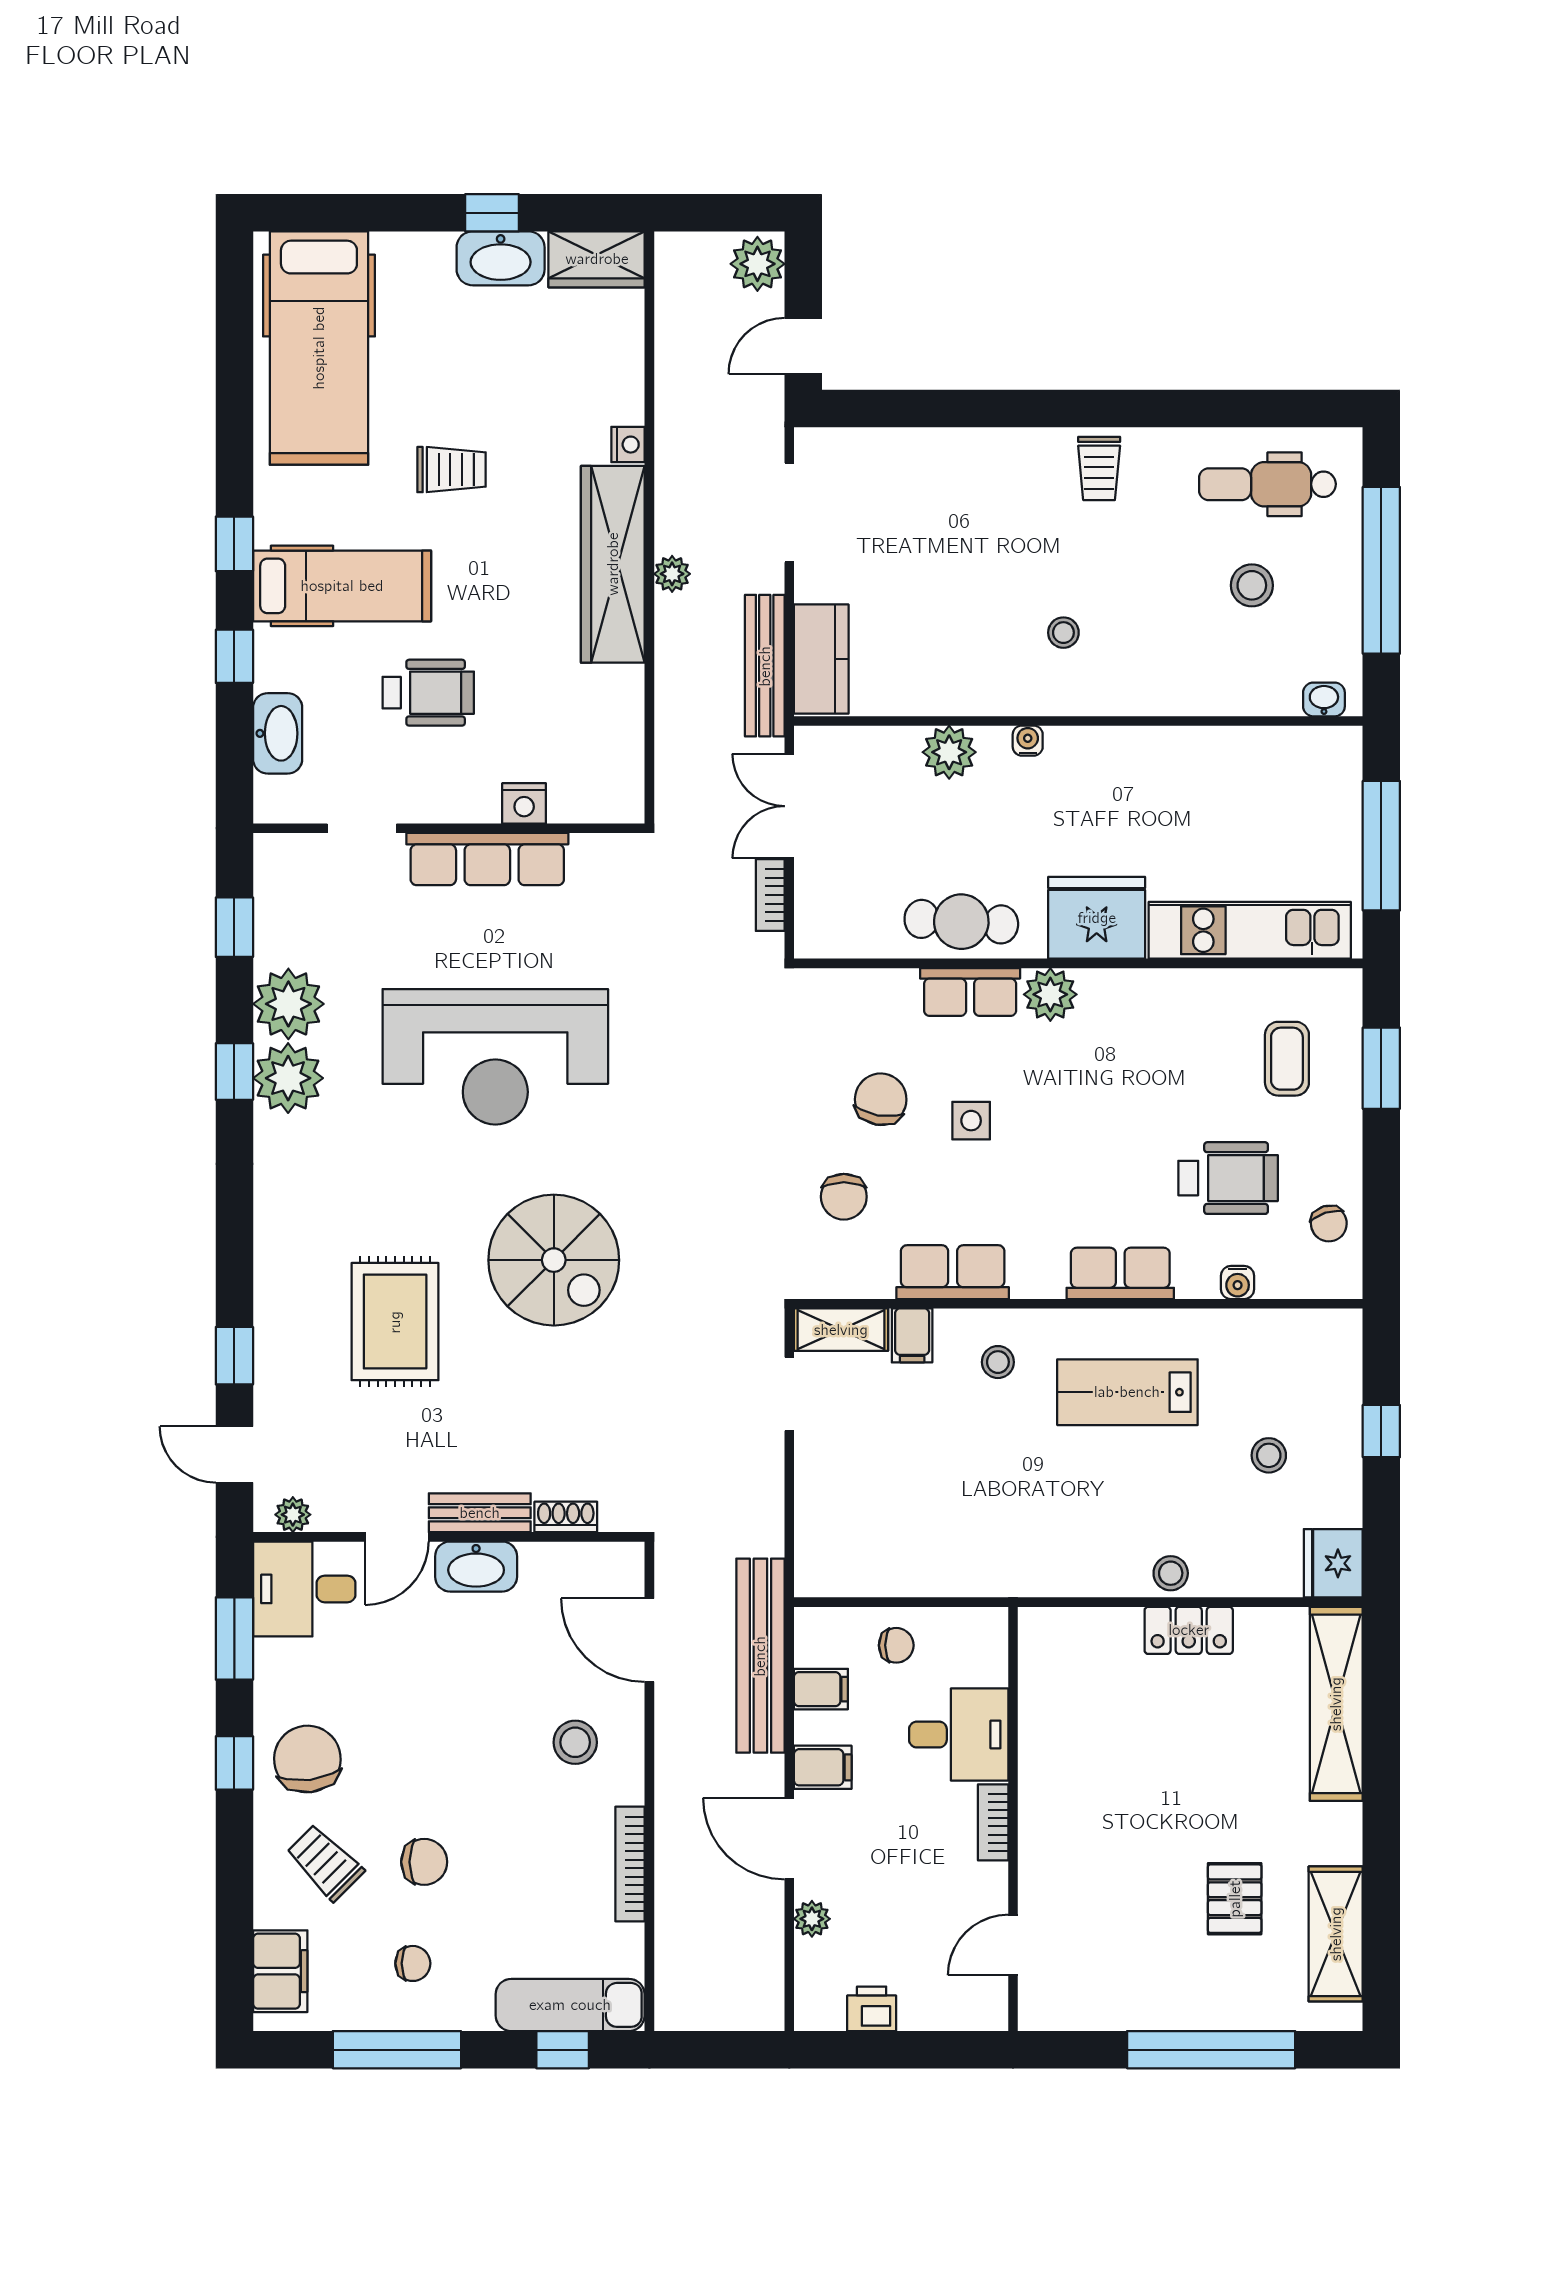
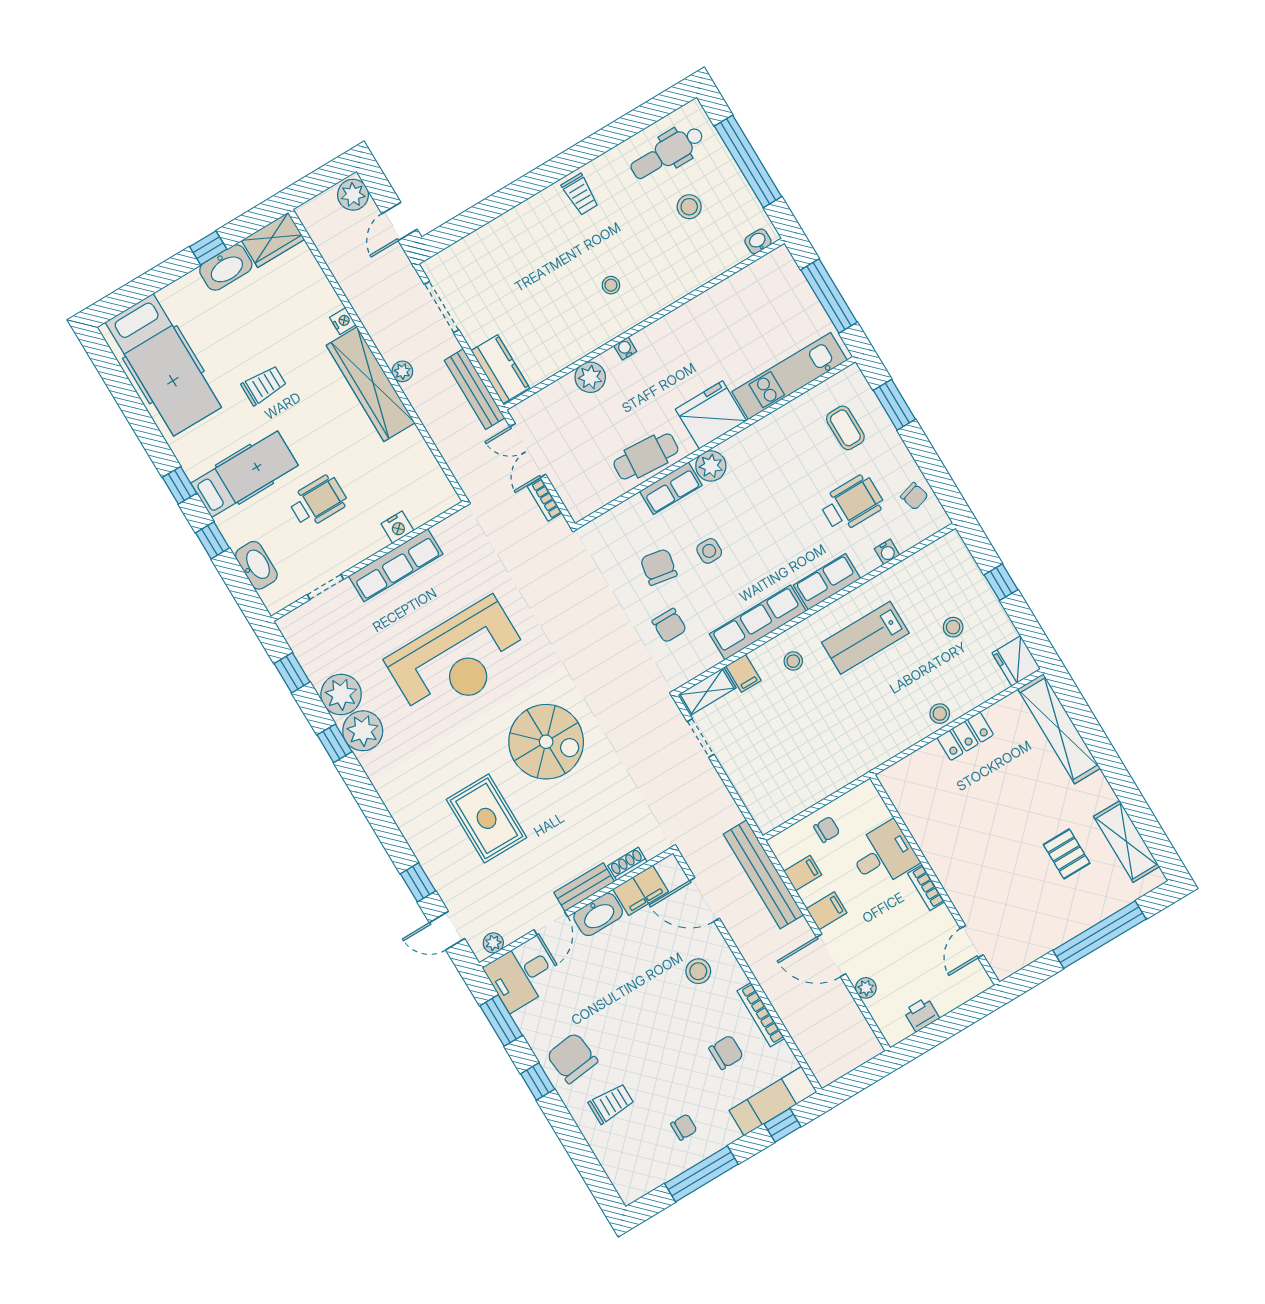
row of seats: (953, 1272) -> (758, 623), width x1.48
trolley: (325, 1862) -> (611, 1103), turned 135
chair: (424, 1862) -> (726, 1052), moved
filing cabinet: (280, 1971) -> (641, 890), moved, turned 90

